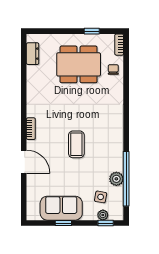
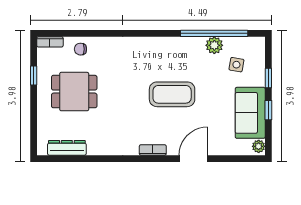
dresser: (33, 54) -> (67, 148), width x1.44
dining table: (79, 64) -> (74, 92), width x0.73
coffee table: (76, 144) -> (172, 94), width x1.36, depth x1.32
plant: (103, 215) -> (259, 146), moved
window: (106, 223) -> (268, 78), moved

